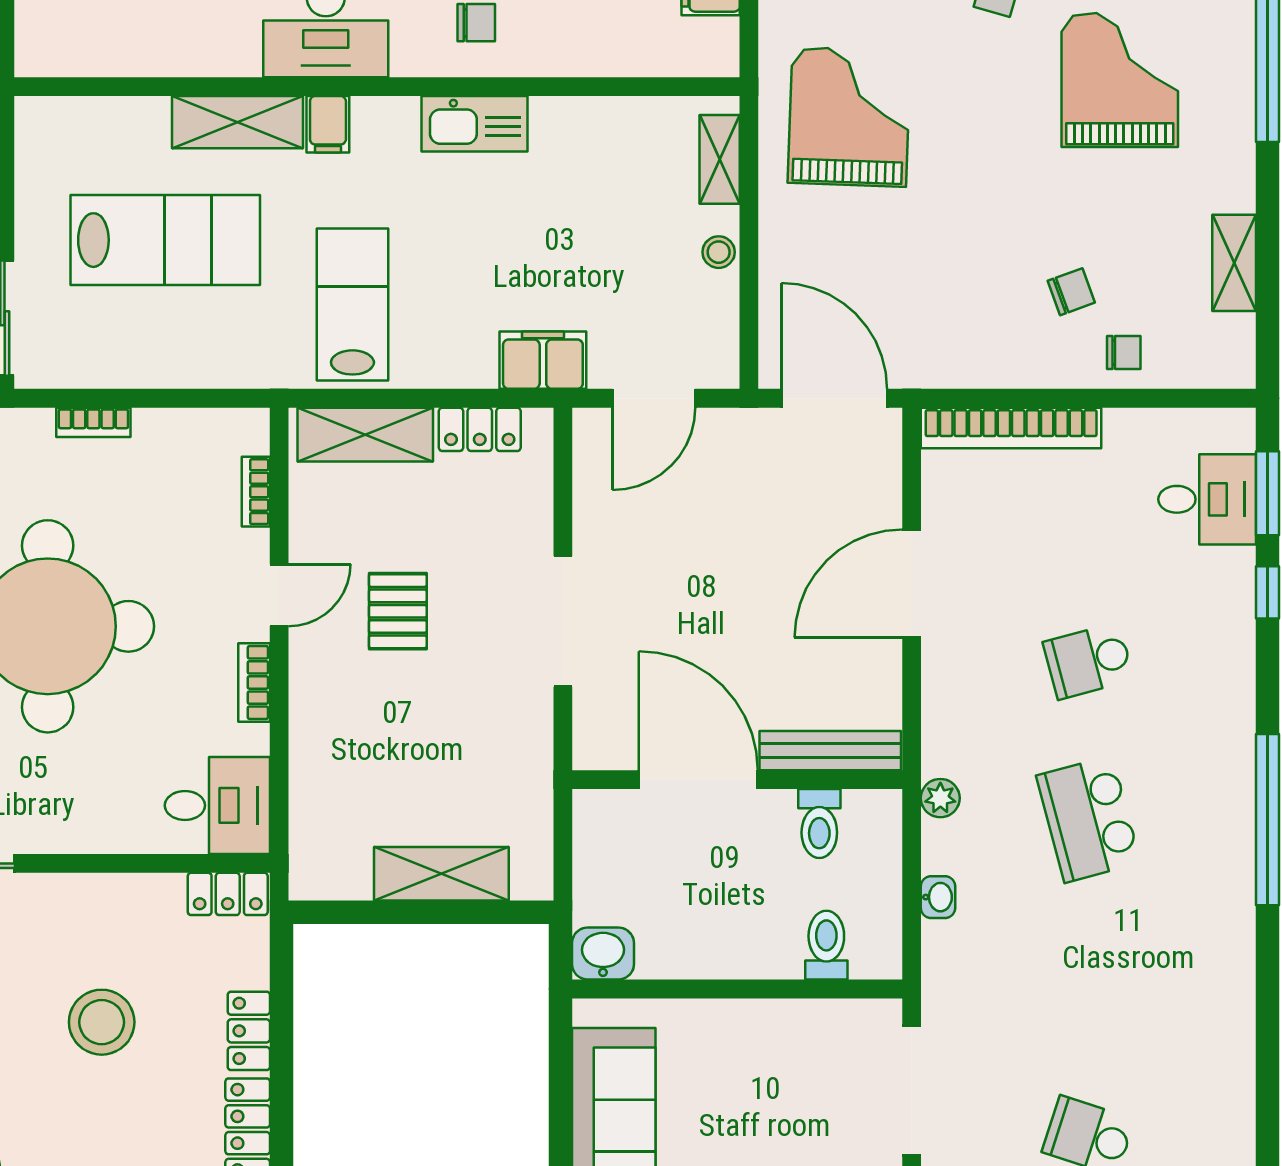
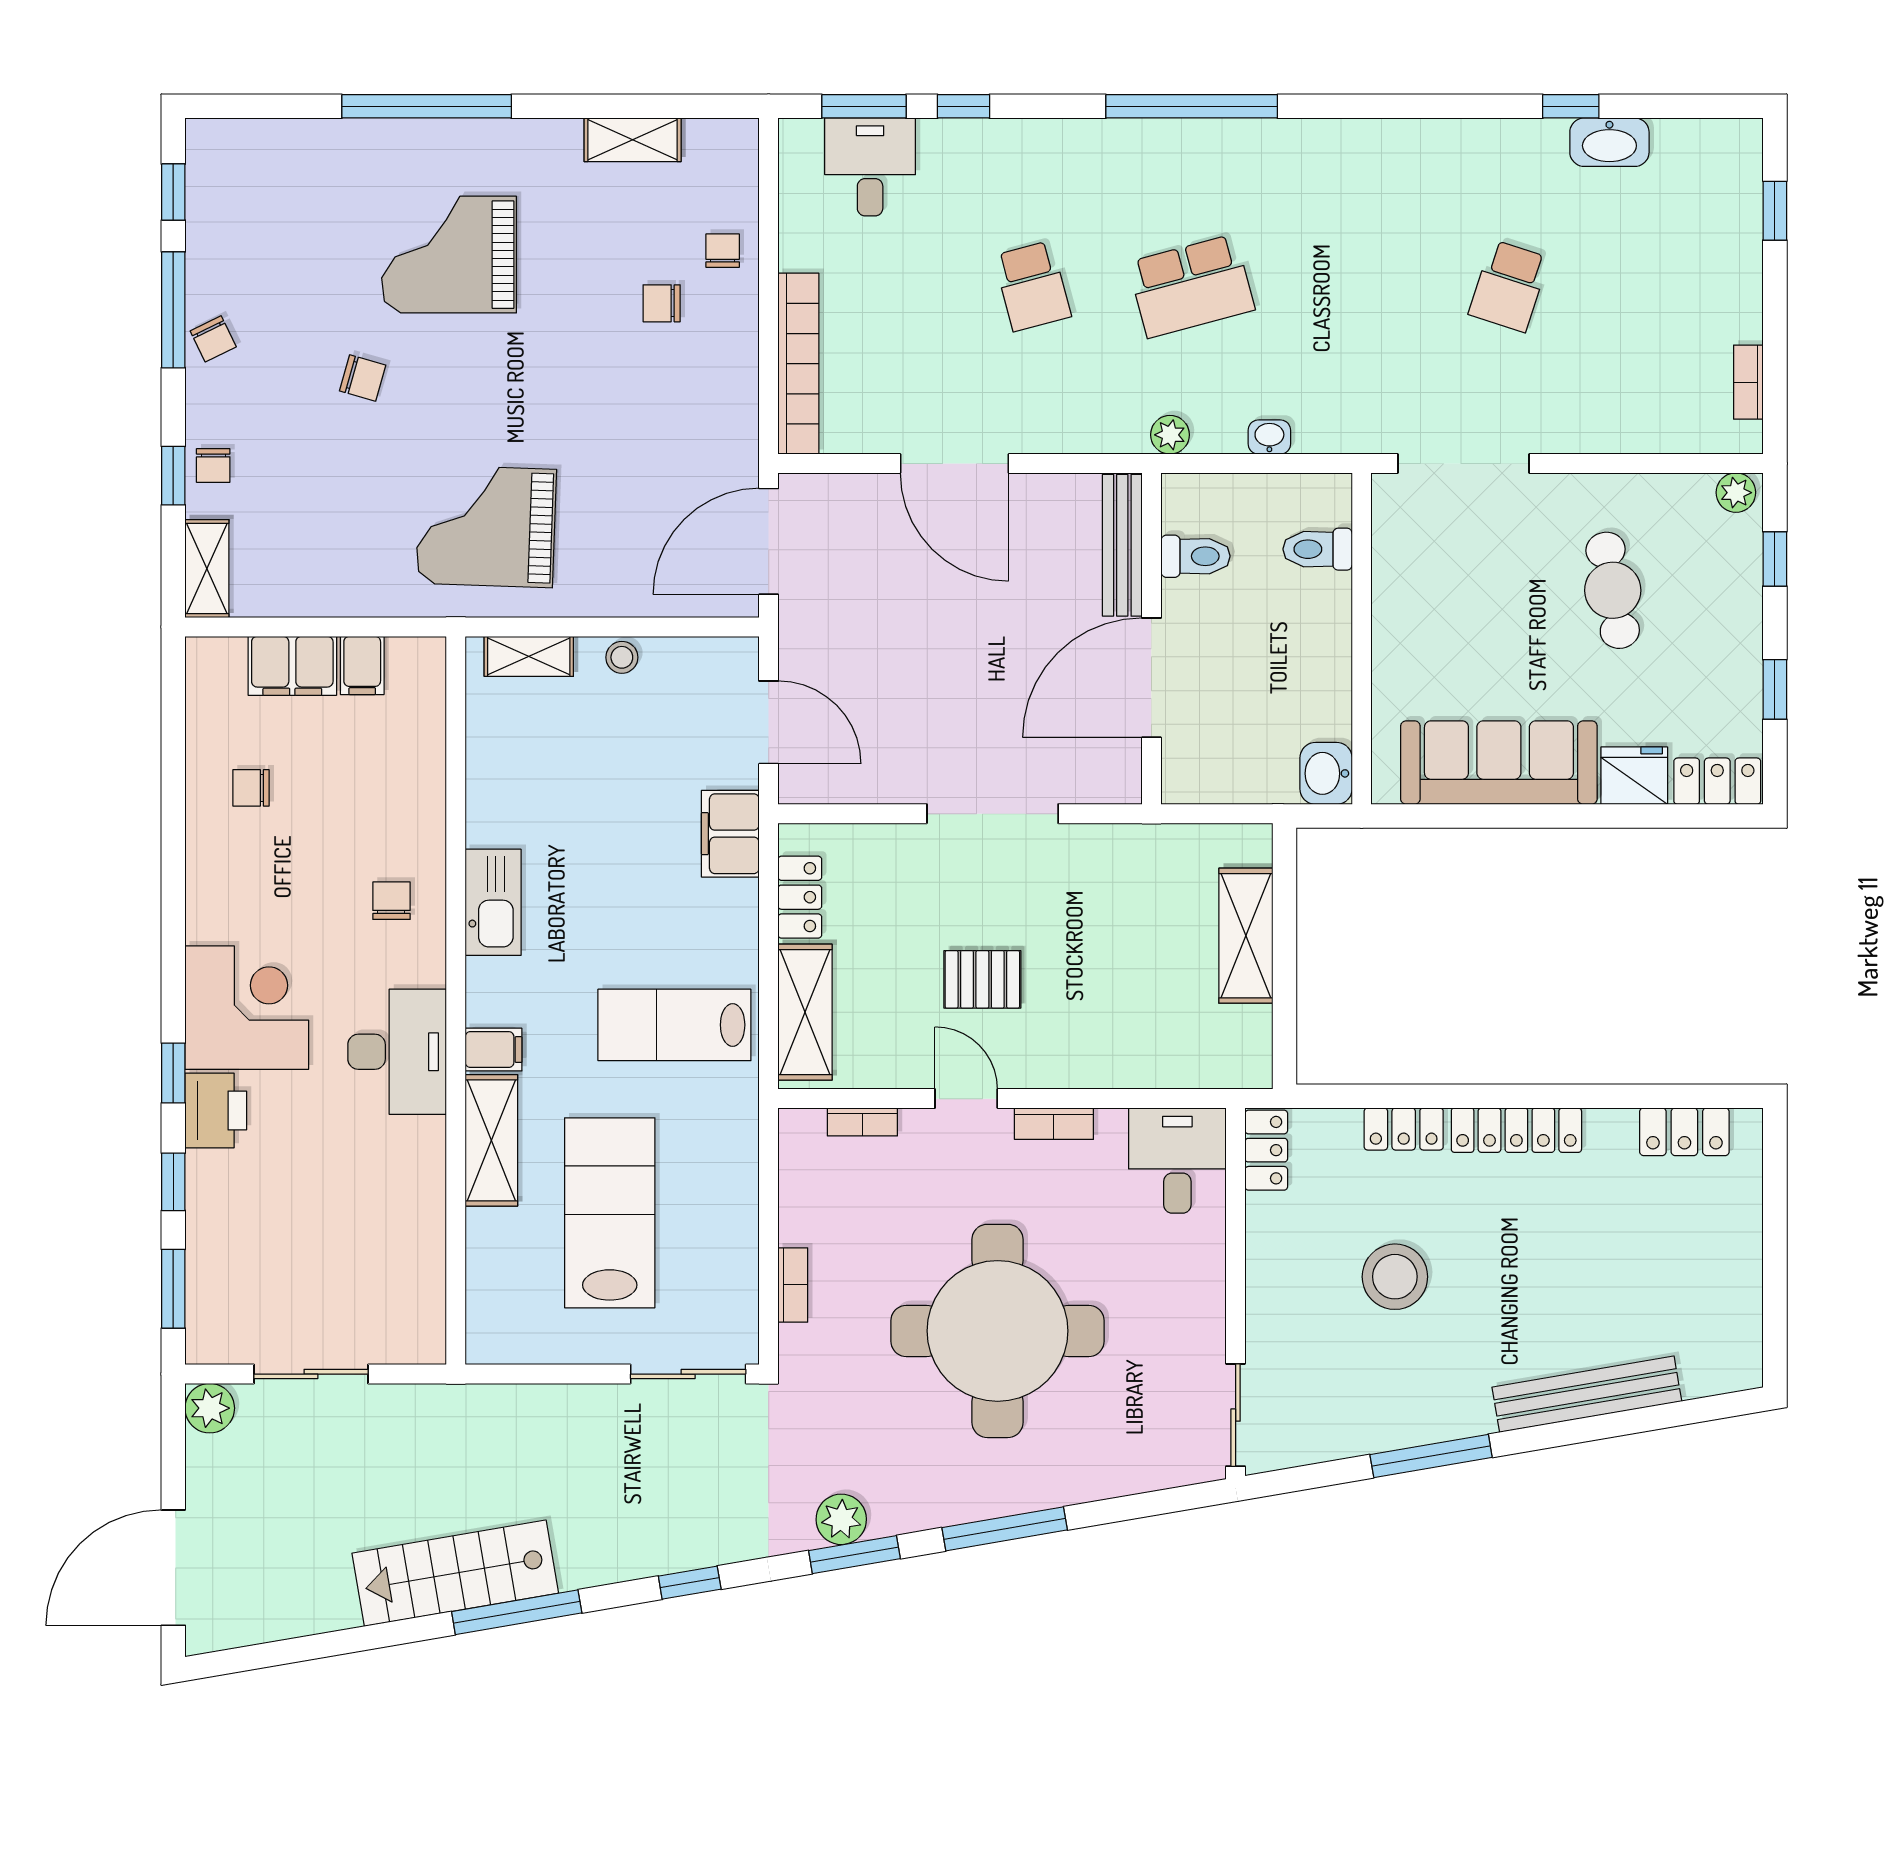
chair: (1071, 292) -> (662, 303), turned -70

